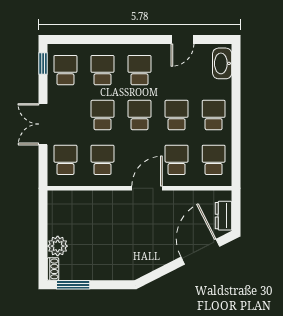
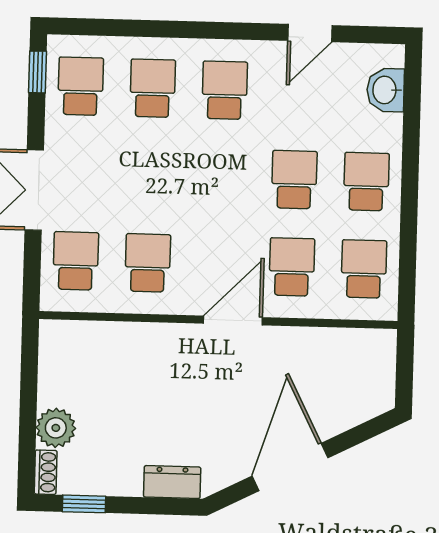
washbasin: (222, 63) -> (386, 90), width x0.72
school desk: (102, 115) -> (150, 176), removed
school desk: (140, 115) -> (222, 178), removed
dresser: (223, 216) -> (172, 482), moved, turned 90
door: (200, 252) -> (290, 467), moved
window: (73, 285) -> (84, 504), width x0.67

